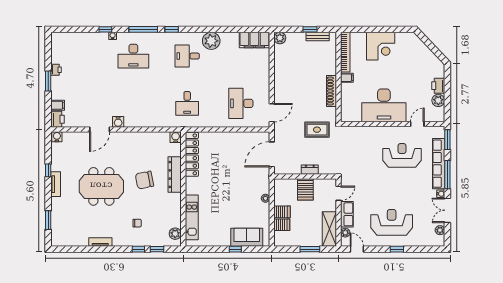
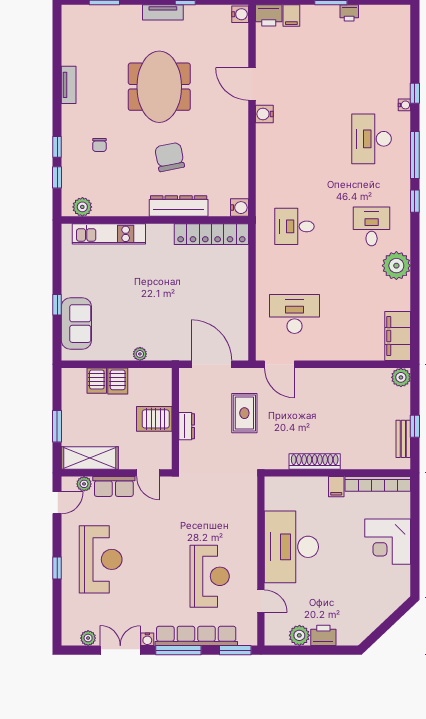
rug: (317, 130) -> (244, 413), moved

